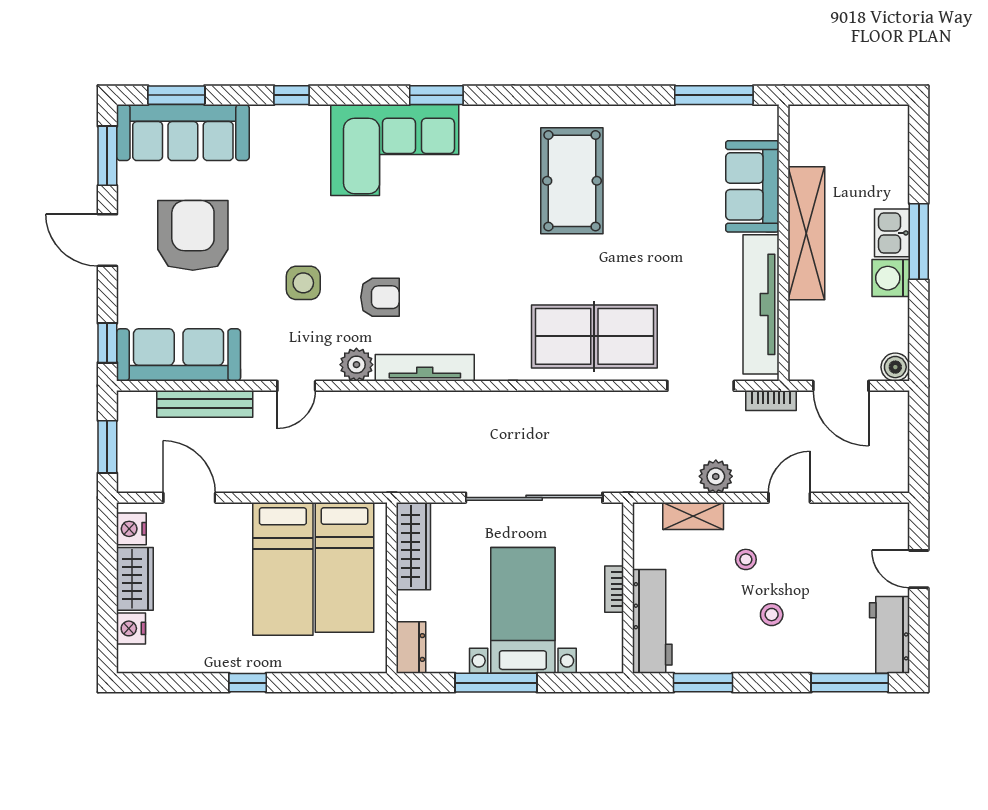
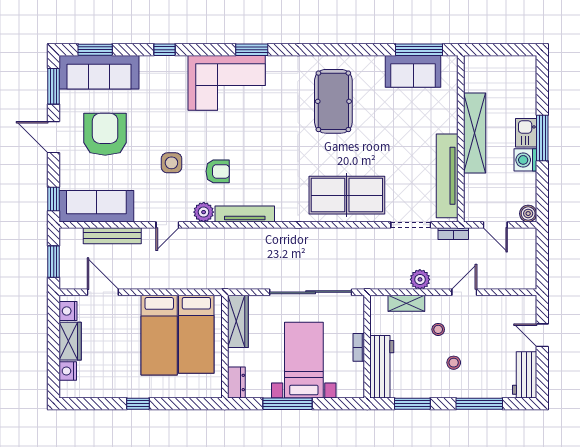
sofa: (752, 186) -> (413, 71), moved, turned -90
door: (841, 386) -> (495, 225), width x0.73
window: (850, 683) -> (479, 404), moved

